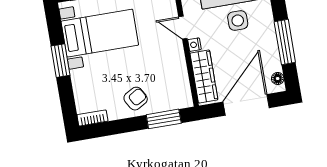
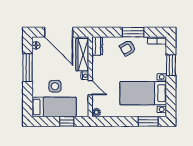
window: (60, 61) -> (171, 65), moved
dresser: (183, 94) -> (97, 46), added
door: (246, 105) -> (59, 32), hinge flipped
window: (164, 119) -> (133, 32), moved

